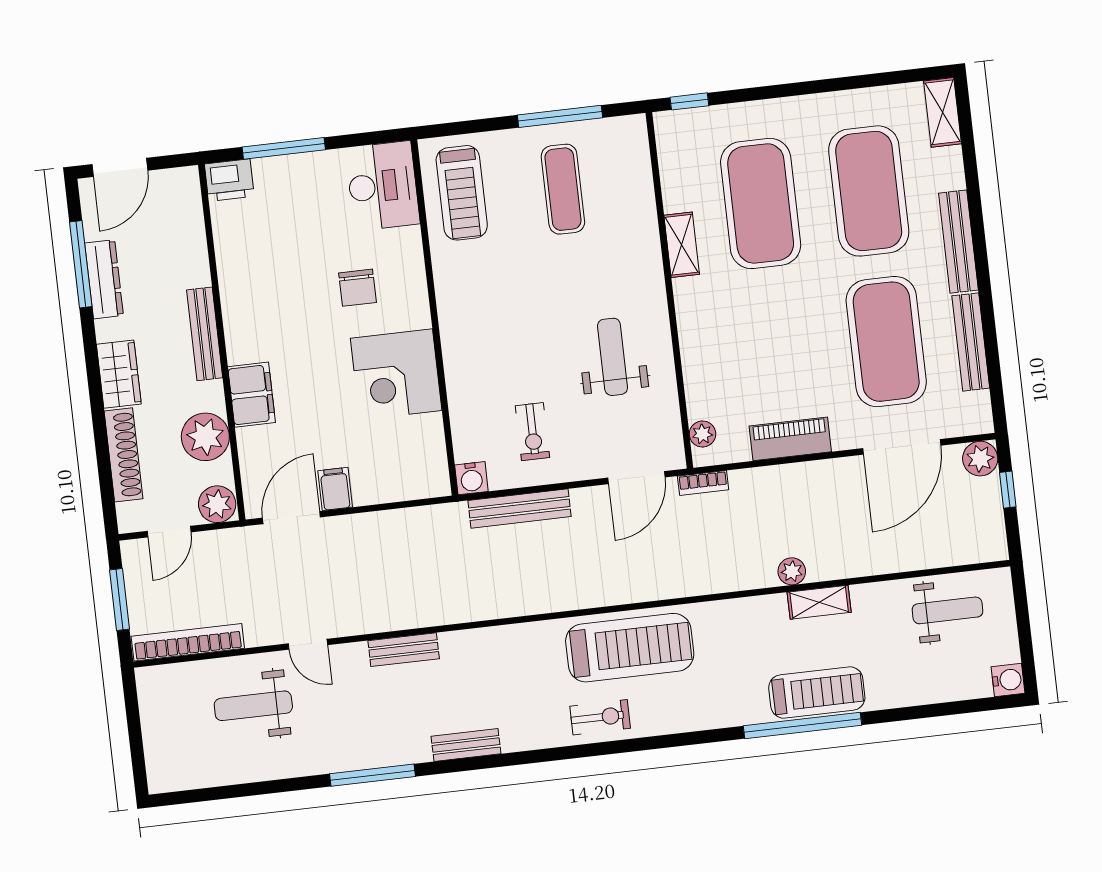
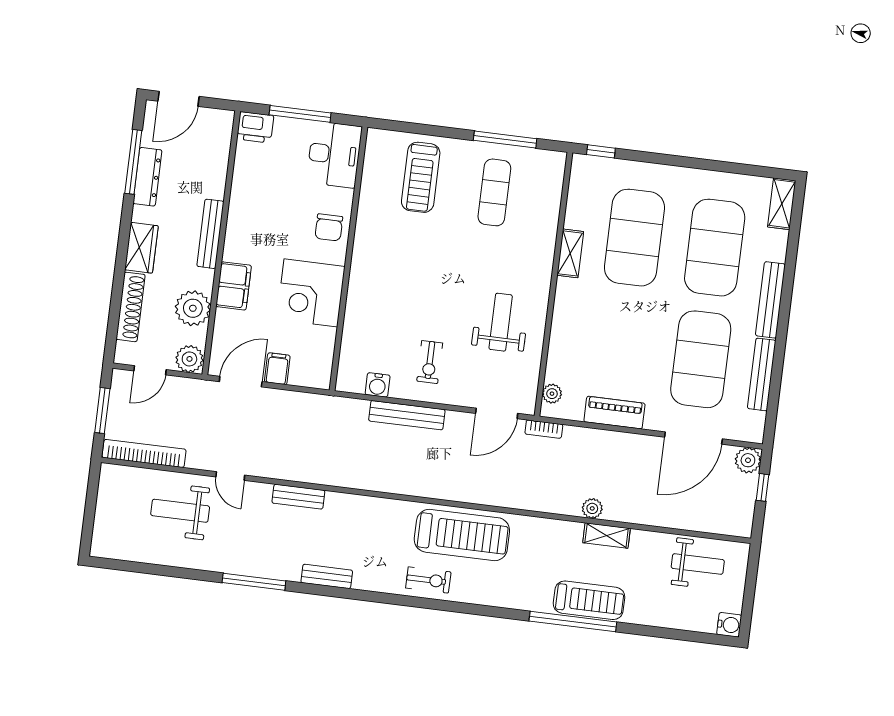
desk: (383, 186) -> (334, 155), moved
wall: (434, 318) -> (348, 259), moved
corner desk: (396, 374) -> (311, 293), moved

